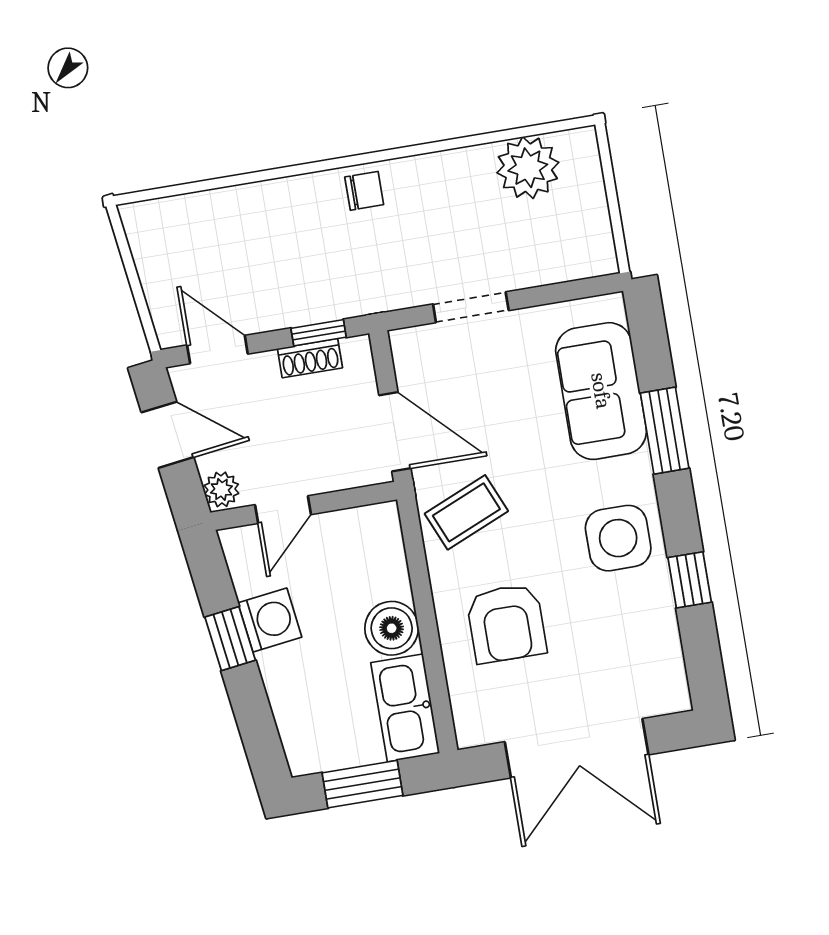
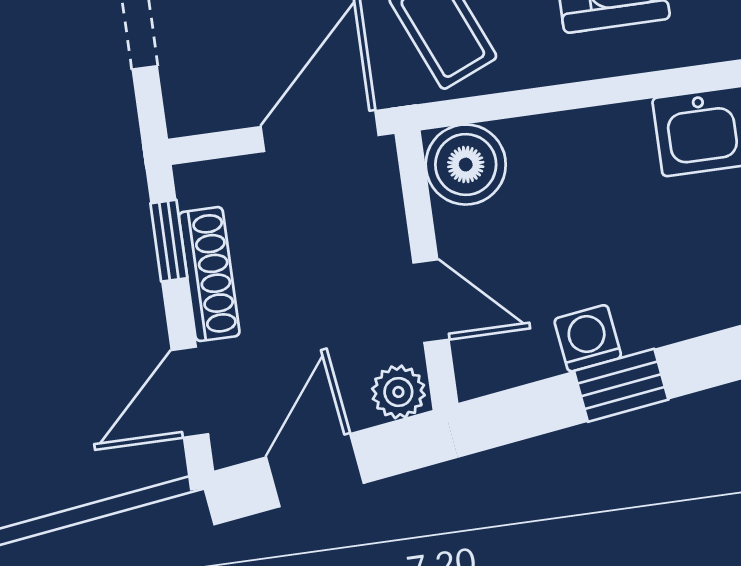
shoe rack: (310, 358) -> (209, 274), width x1.43
washing machine: (270, 620) -> (588, 338), width x0.73, depth x0.73
boiler: (392, 628) -> (466, 165), moved

